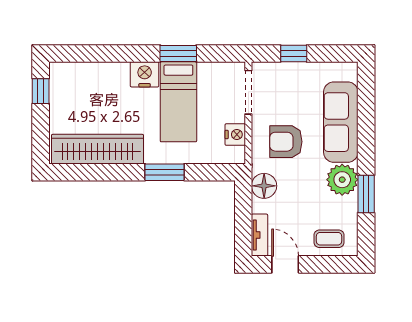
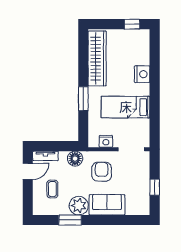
window: (178, 53) -> (155, 107), removed
window: (294, 53) -> (155, 187), moved
nightstand: (145, 74) -> (142, 74), moved
sofa: (341, 122) -> (107, 205), width x0.73
coffee table: (329, 239) -> (52, 189), moved

